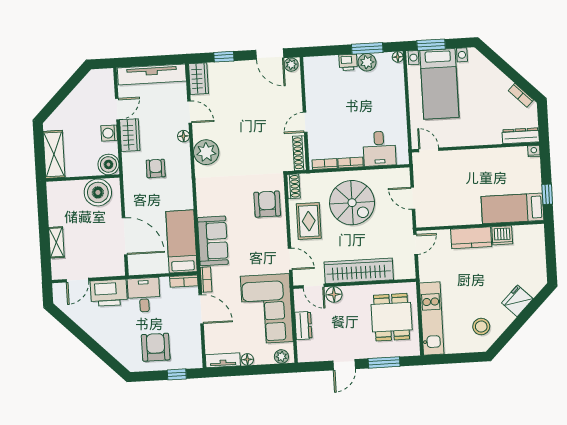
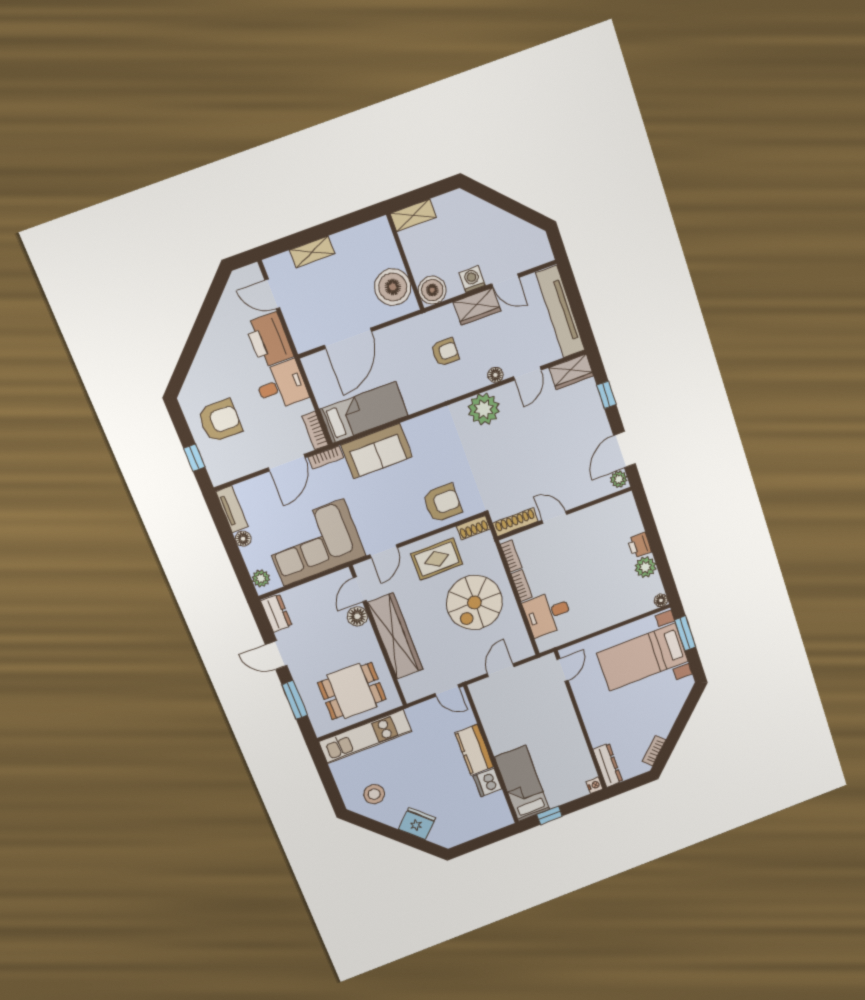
window: (367, 48) -> (662, 562), removed
shelving: (54, 154) -> (413, 215), width x0.67, depth x0.75
dresser: (303, 326) -> (276, 613), moved, turned -90

